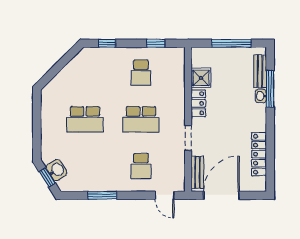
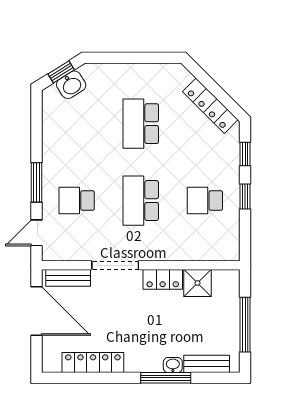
window: (156, 43) -> (245, 197), moved
locker: (72, 69) -> (210, 106), added
window: (270, 89) -> (166, 378), moved
doorway: (188, 138) -> (115, 265), width x1.38
window: (102, 195) -> (37, 182), moved

